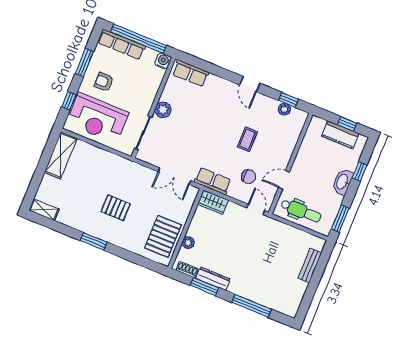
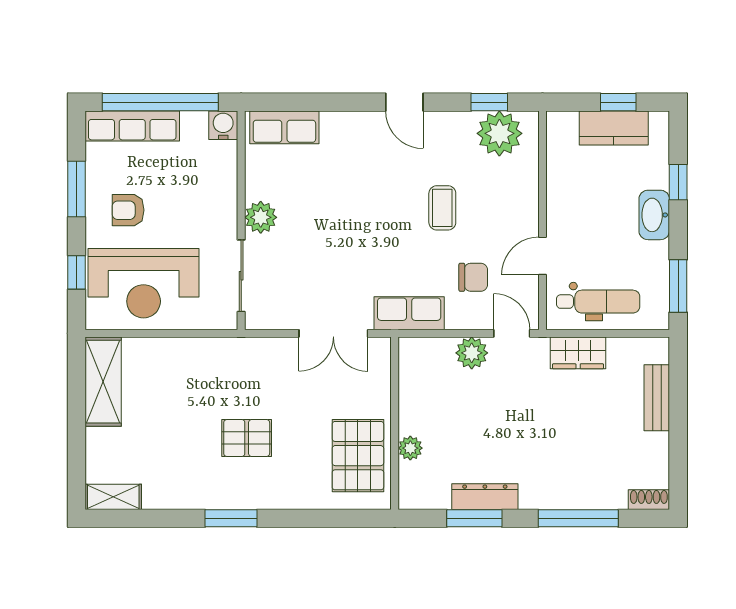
plant: (284, 109) -> (499, 133), width x1.88, depth x1.88
wardrobe: (213, 202) -> (578, 353), moved
plant: (234, 211) -> (472, 353), added
shoe rack: (187, 270) -> (649, 500), moved

